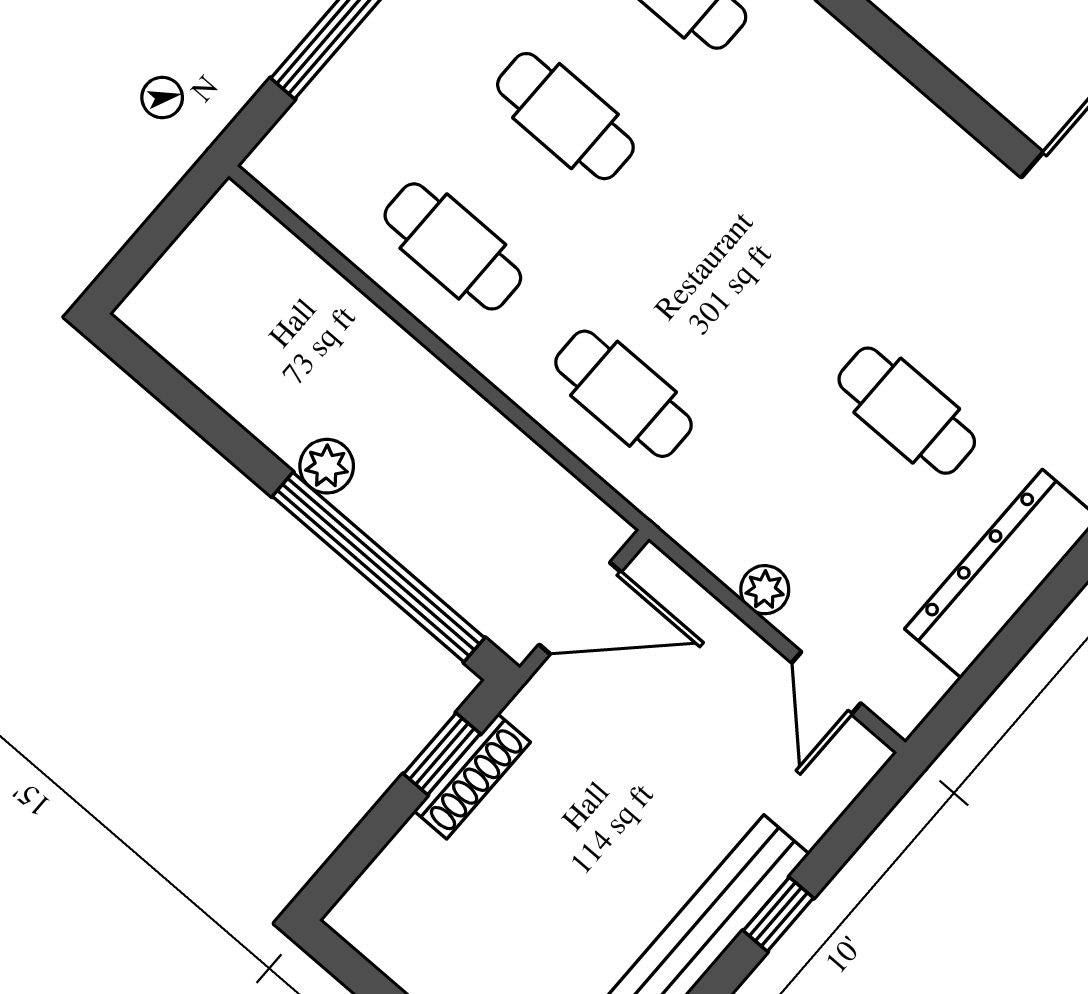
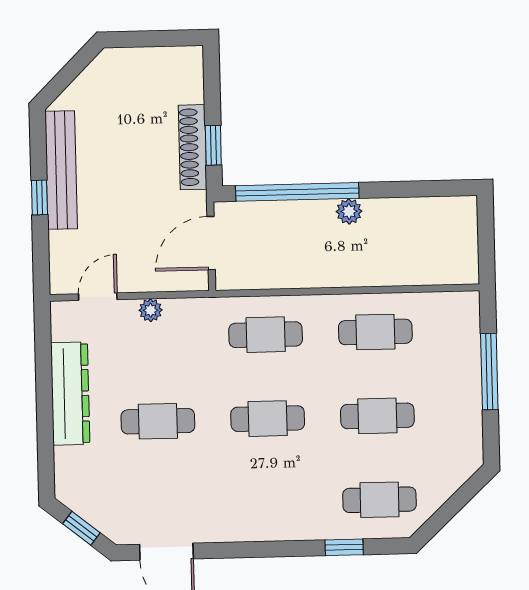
cafe table: (736, 263) -> (268, 419), added
door: (826, 683) -> (98, 297), hinge flipped
shoe rack: (472, 776) -> (193, 147), width x1.36, depth x1.24

